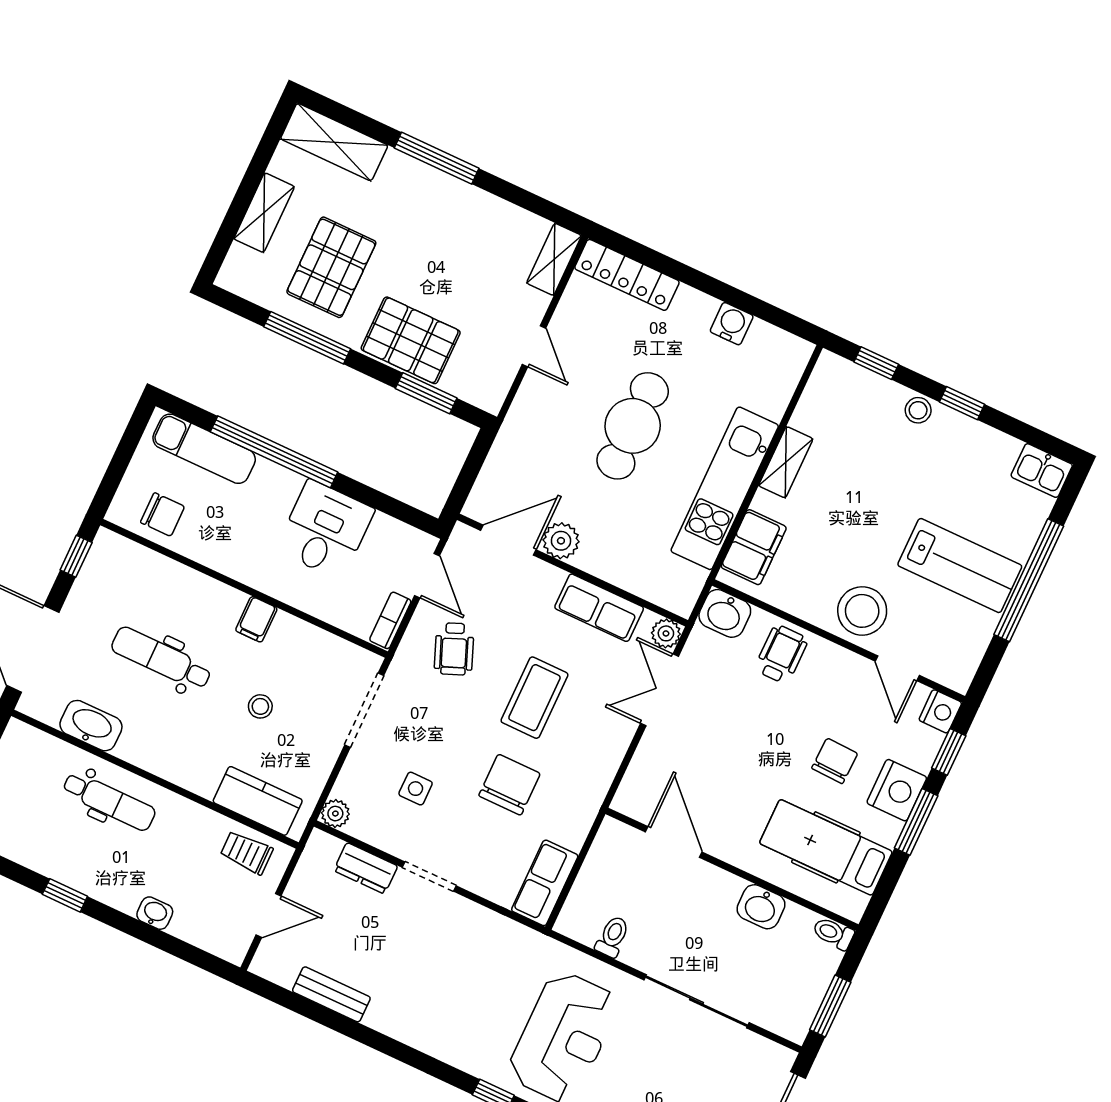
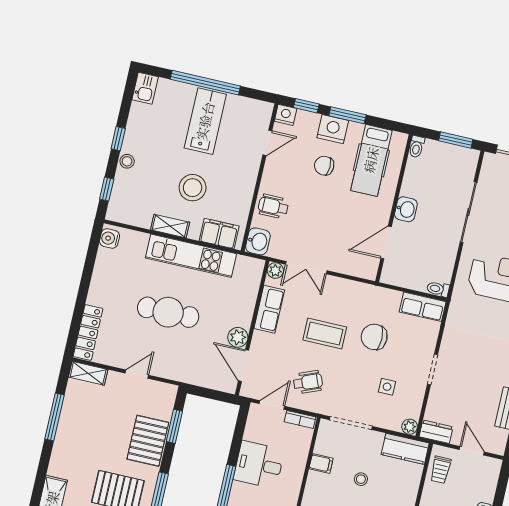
window: (437, 158) -> (54, 417), moved
water cooler: (732, 324) -> (110, 238), moved
stool: (862, 611) -> (193, 188), moved
filing cabinet: (256, 619) -> (321, 463), moved
kitchen counter: (258, 801) -> (405, 449), moved, turned -90
dresser: (366, 868) -> (436, 432), moved, turned -90
washbasin: (761, 907) -> (406, 209), moved
toilet: (612, 937) -> (438, 289), moved

